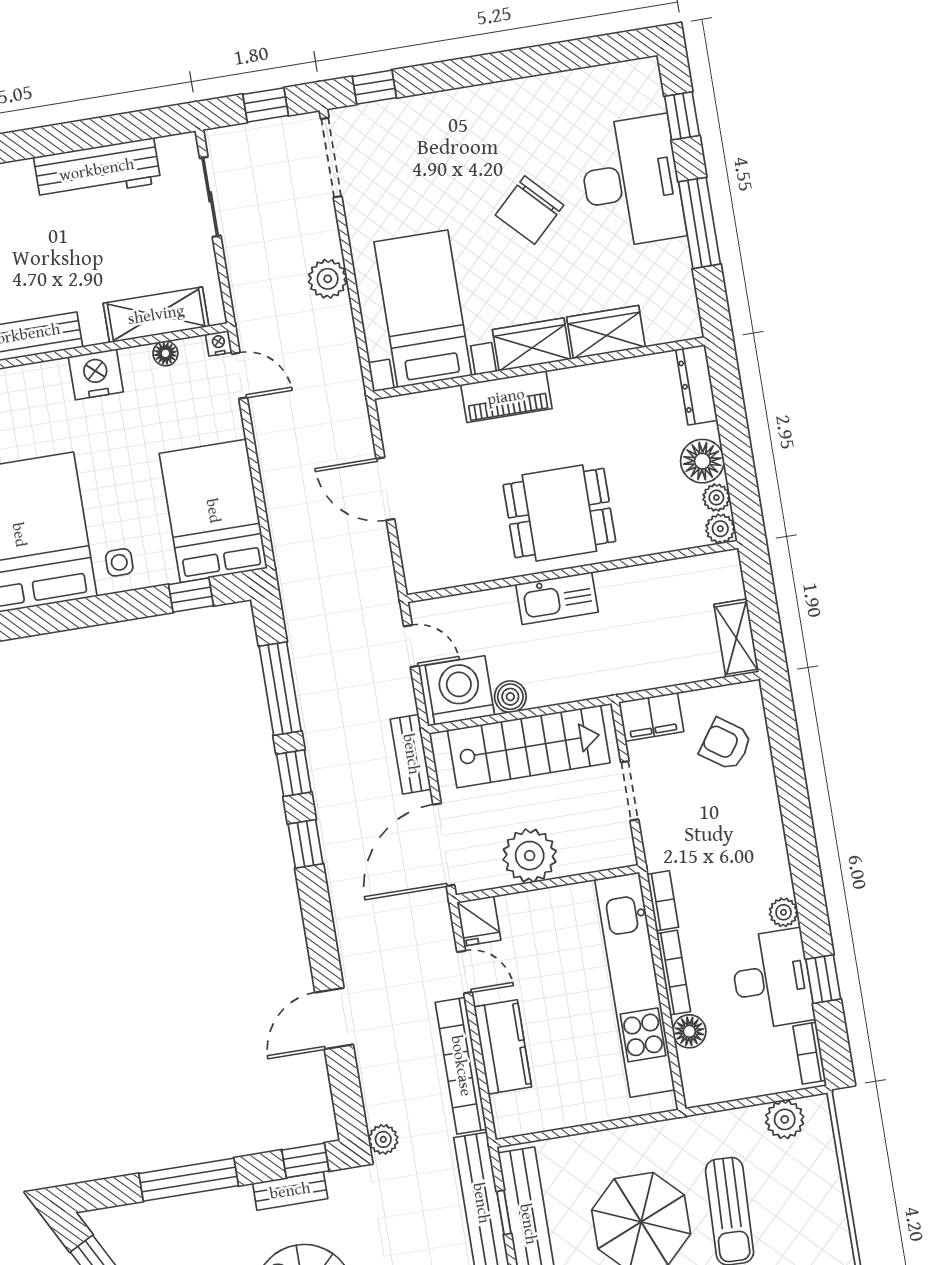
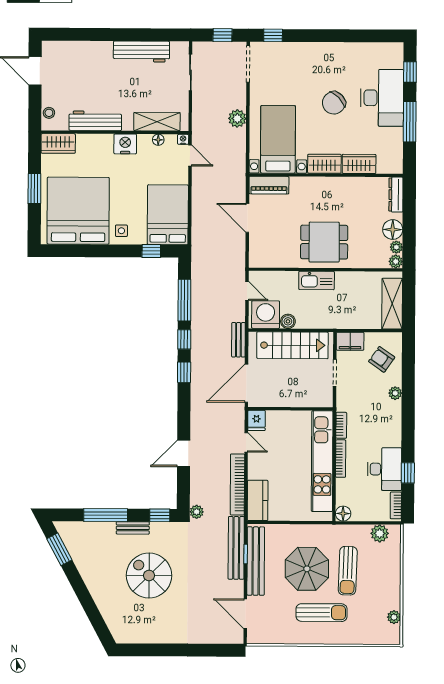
piano: (506, 397) -> (269, 185), moved
shelving: (736, 638) -> (392, 304), width x1.50, depth x1.33
plant: (530, 856) -> (284, 395), removed
plant: (784, 912) -> (395, 393), moved
floor lamp: (689, 1031) -> (343, 514), moved
kitchen counter: (503, 1047) -> (258, 500), moved
bench: (290, 1191) -> (133, 528), moved

